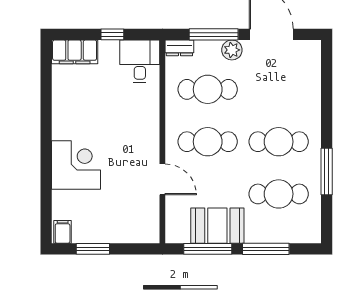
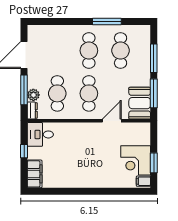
plant: (232, 50) -> (33, 95), moved
corner desk: (76, 165) -> (136, 160), moved, turned -90
booth: (217, 226) -> (140, 103), moved

